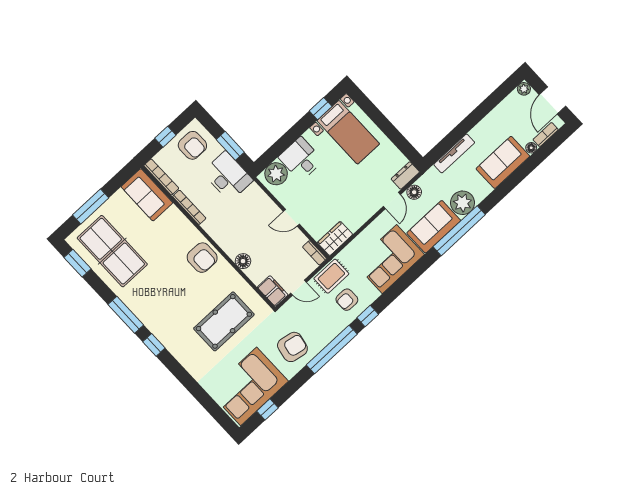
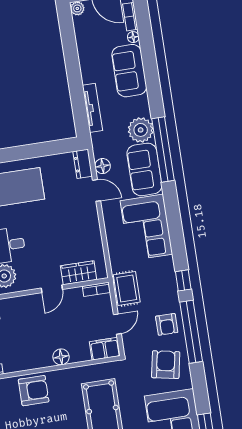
wardrobe: (335, 238) -> (79, 273), moved, turned 90
armchair: (347, 300) -> (167, 324), moved

